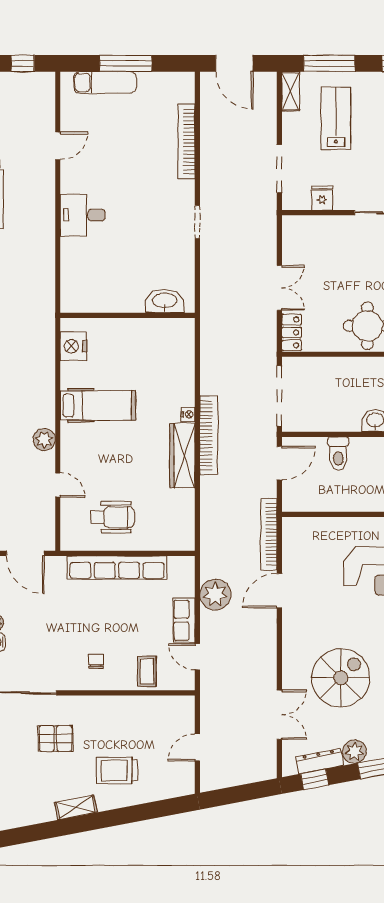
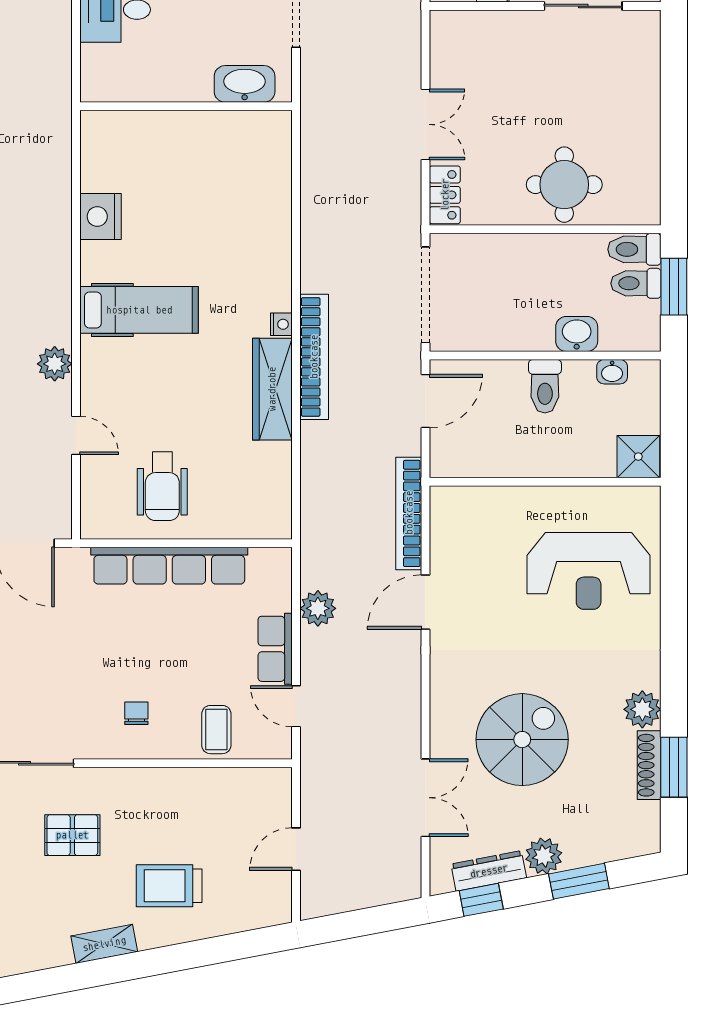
washbasin: (165, 301) -> (245, 84), moved
wall: (128, 315) -> (186, 106), moved
toilet: (338, 454) -> (545, 386), moved
wheelchair: (113, 517) -> (162, 486), turned 90
plant: (215, 595) -> (318, 608), width x0.73, depth x0.73

